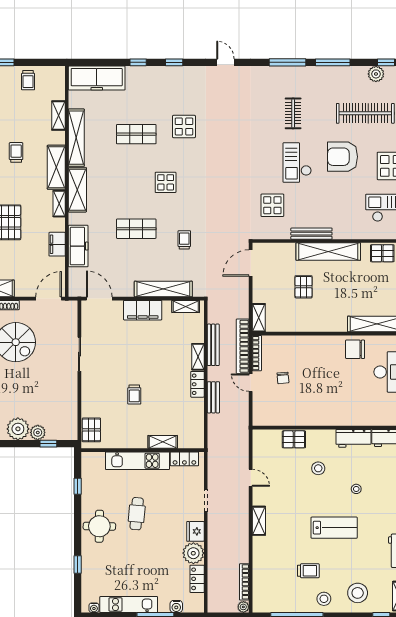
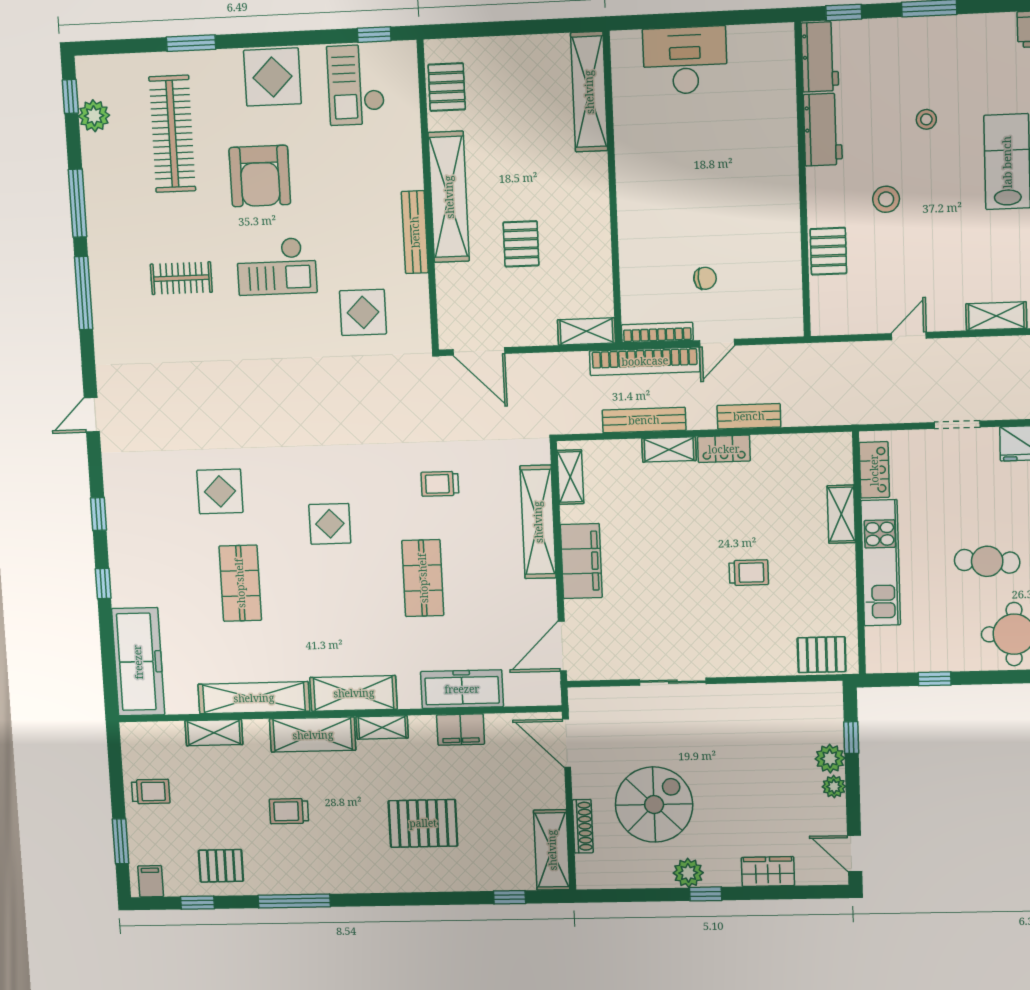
pallet: (304, 287) -> (521, 244), turned 90
chair: (355, 349) -> (642, 134), removed
plant: (18, 429) -> (834, 787), width x0.53, depth x0.53

